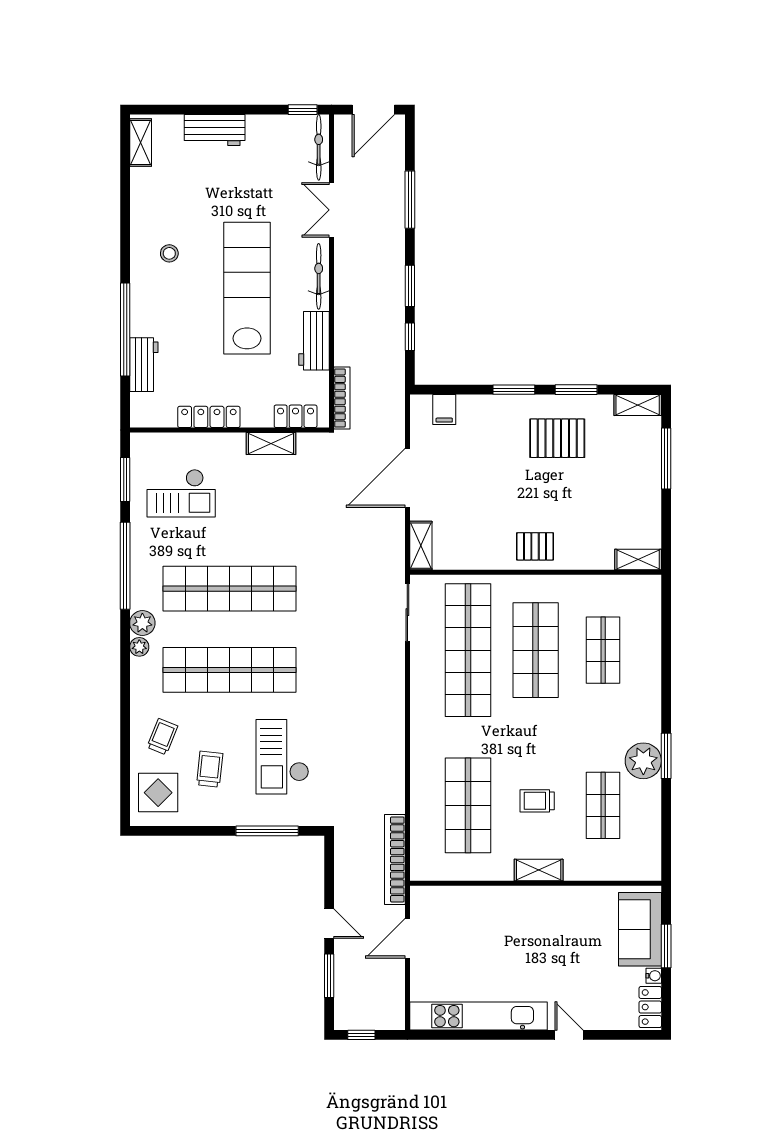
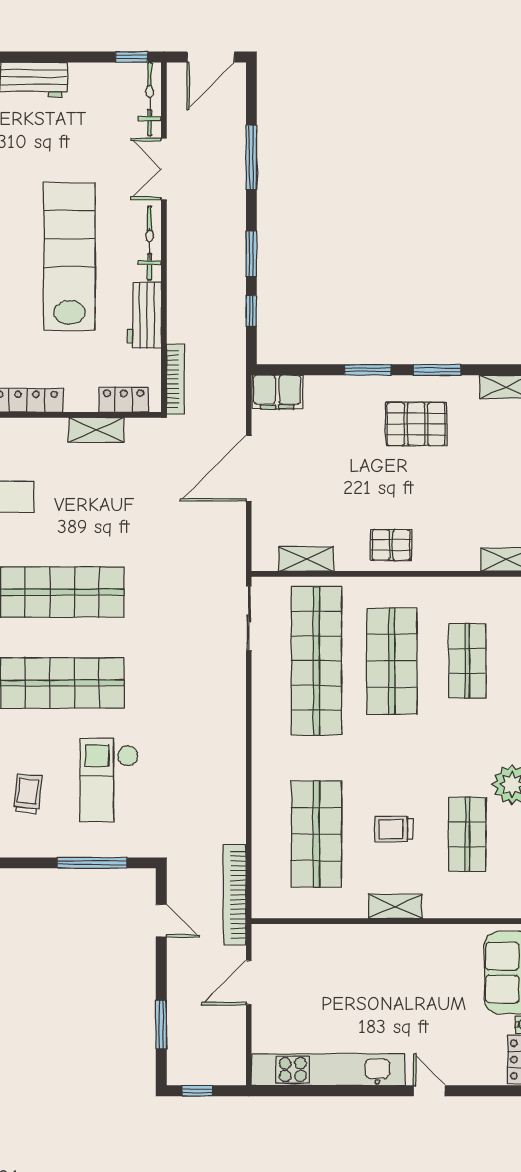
filing cabinet: (444, 410) -> (277, 392), width x2.00
shelving: (421, 546) -> (306, 559), moved, turned 90
door: (329, 924) -> (161, 920), moved

